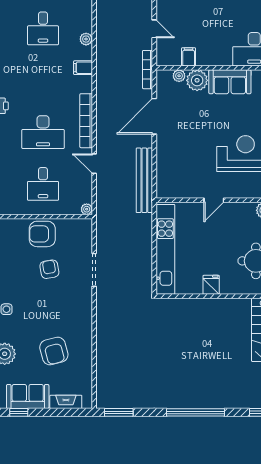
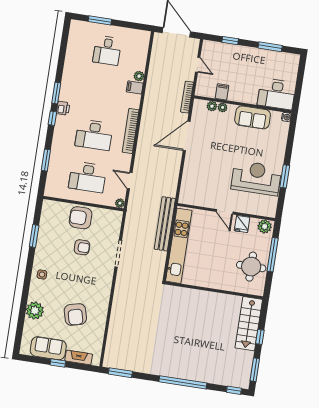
plant: (86, 39) -> (139, 76), moved
plant: (197, 80) -> (223, 107), width x0.53, depth x0.53
door: (94, 164) -> (130, 181), moved
bench: (144, 180) -> (165, 224), moved
desk: (43, 184) -> (88, 177), width x1.37
door: (214, 200) -> (225, 212), hinge flipped
armchair: (49, 269) -> (82, 247), turned 100
fridge: (211, 285) -> (242, 224), moved, turned 180
window: (19, 412) -> (58, 363), moved

